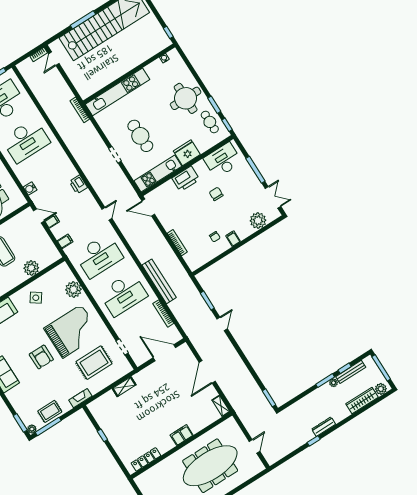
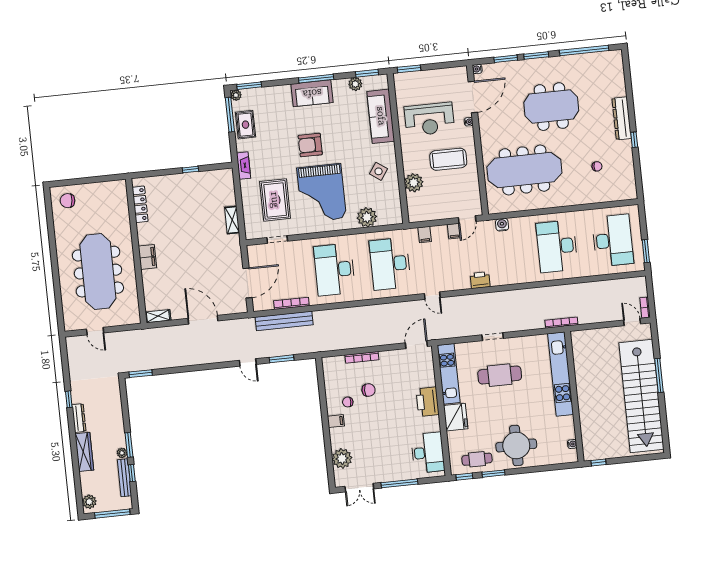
chair: (216, 194) -> (369, 390), moved
bench: (159, 281) -> (284, 321), moved
wardrobe: (362, 401) -> (84, 452), moved

